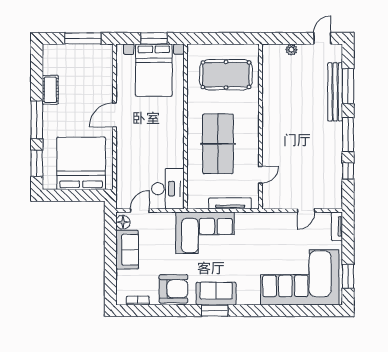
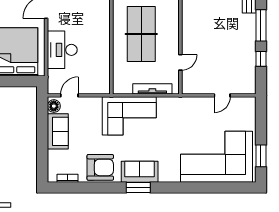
desk: (168, 189) -> (62, 50), moved, turned 180
tv unit: (337, 226) -> (251, 110), removed

